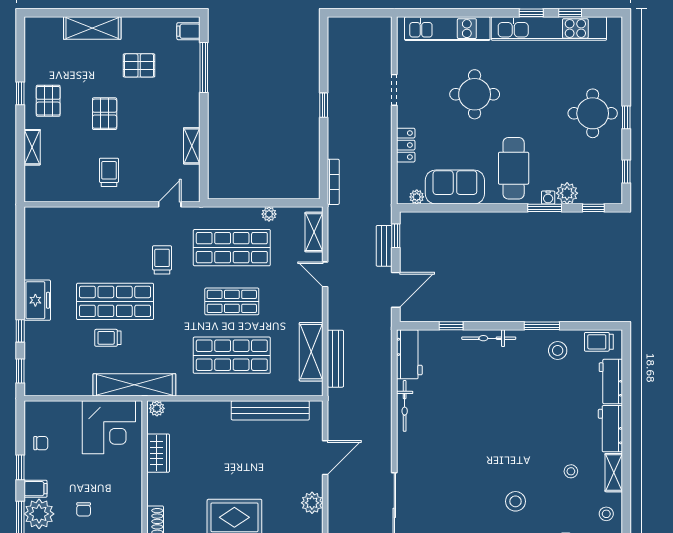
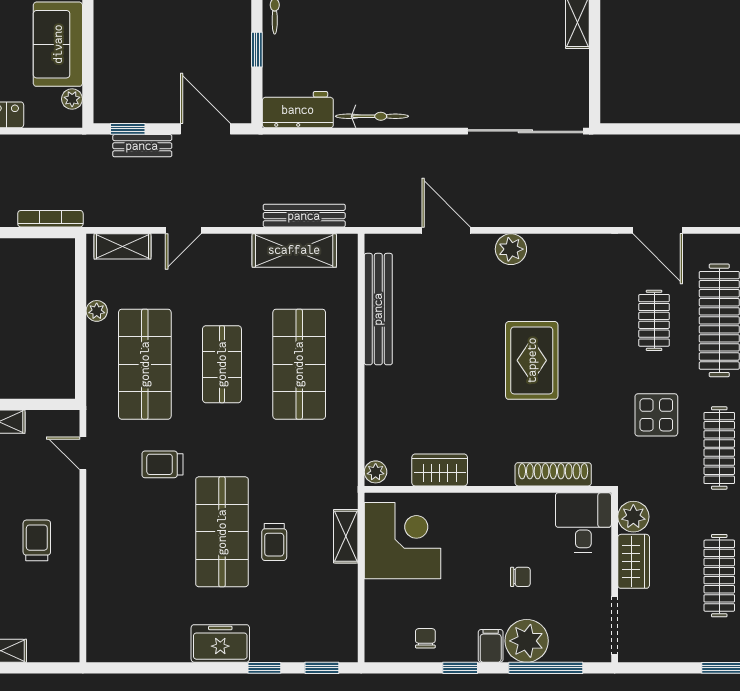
trolley: (109, 172) -> (37, 540), turned 90
shelving: (134, 385) -> (346, 536), width x0.45, depth x0.75

